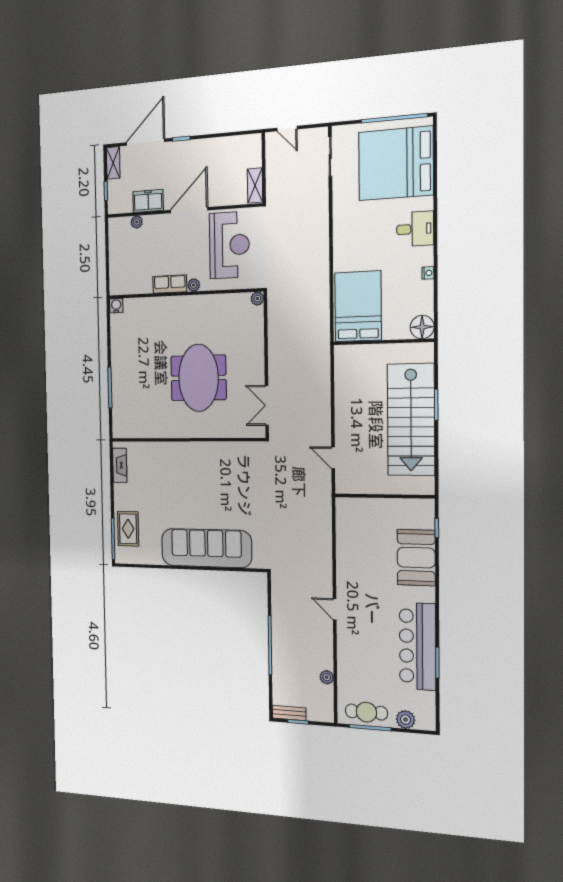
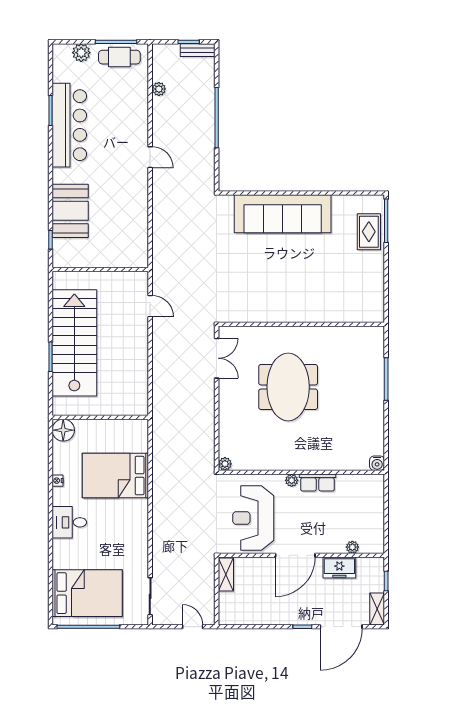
bed: (396, 163) -> (87, 593), width x0.73
bed: (358, 306) -> (115, 476), moved, turned 90
fireplace: (120, 465) -> (377, 298), removed

